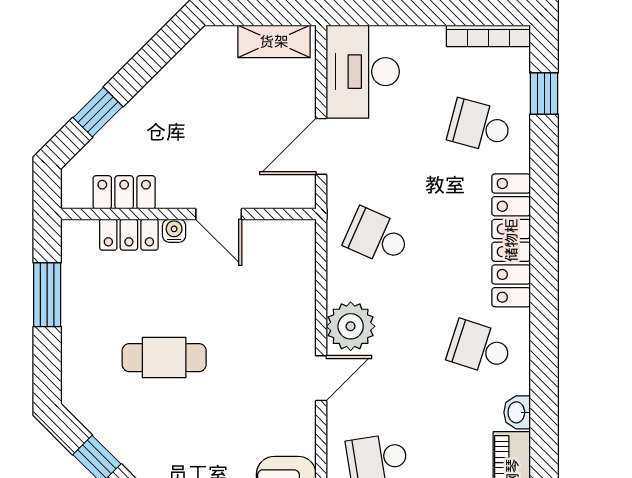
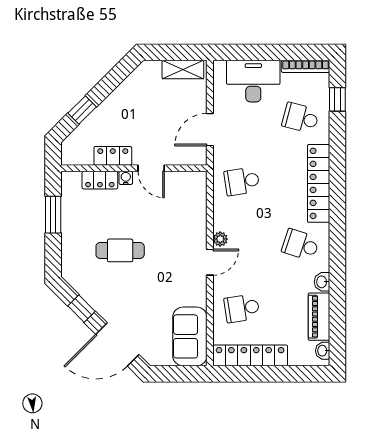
desk: (363, 72) -> (253, 81), moved, turned 90
locker: (124, 192) -> (113, 156), moved
school desk: (377, 237) -> (242, 181), turned -33
plant: (351, 326) -> (220, 239), width x0.53, depth x0.53

